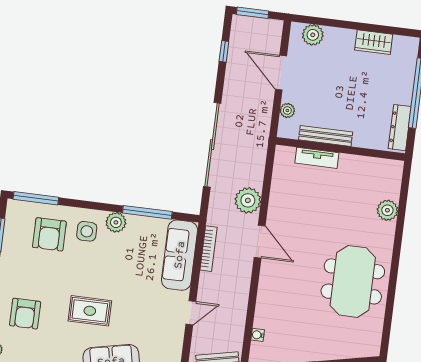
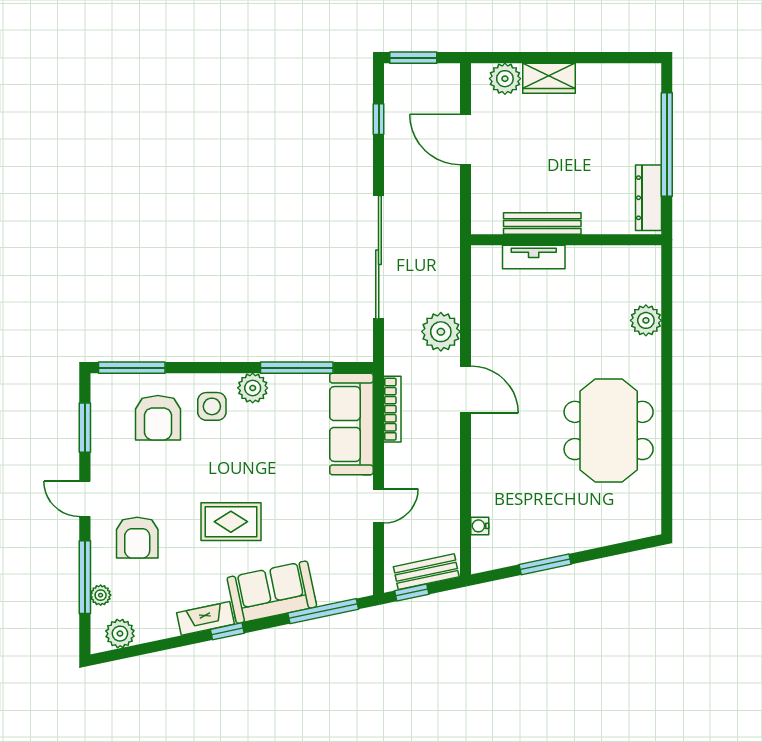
wardrobe: (374, 42) -> (549, 78), moved
plant: (287, 110) -> (482, 194), removed

